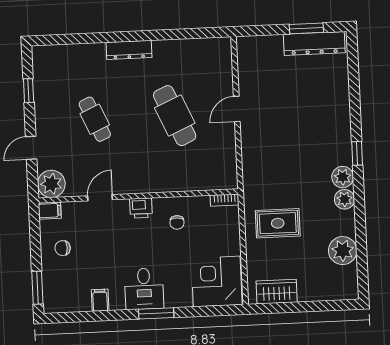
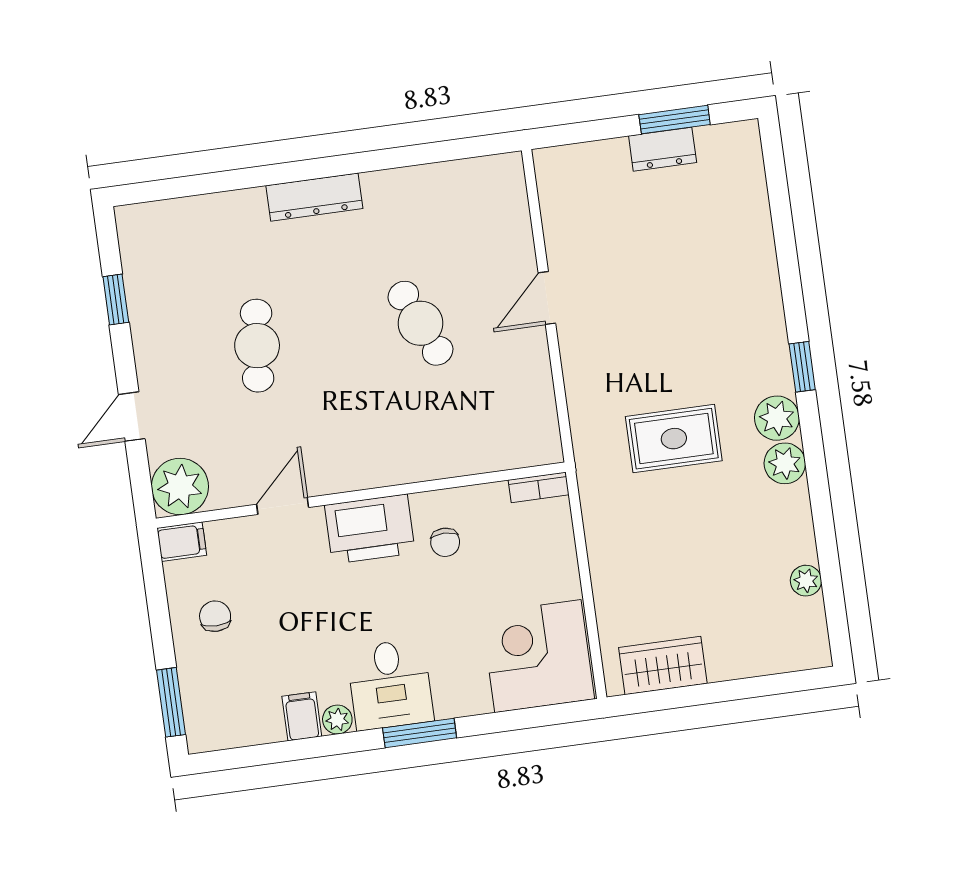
dresser: (314, 44) -> (663, 149), width x0.51, depth x0.80
cafe table: (175, 116) -> (421, 323), width x0.73, depth x0.74
cafe table: (95, 119) -> (257, 346), turned 30
printer: (141, 208) -> (370, 529), width x1.87, depth x1.48
rug: (278, 223) -> (674, 439), moved
chair: (63, 248) -> (215, 616), turned 90
plant: (343, 251) -> (806, 581), width x0.53, depth x0.53
plant: (117, 303) -> (337, 720), added

